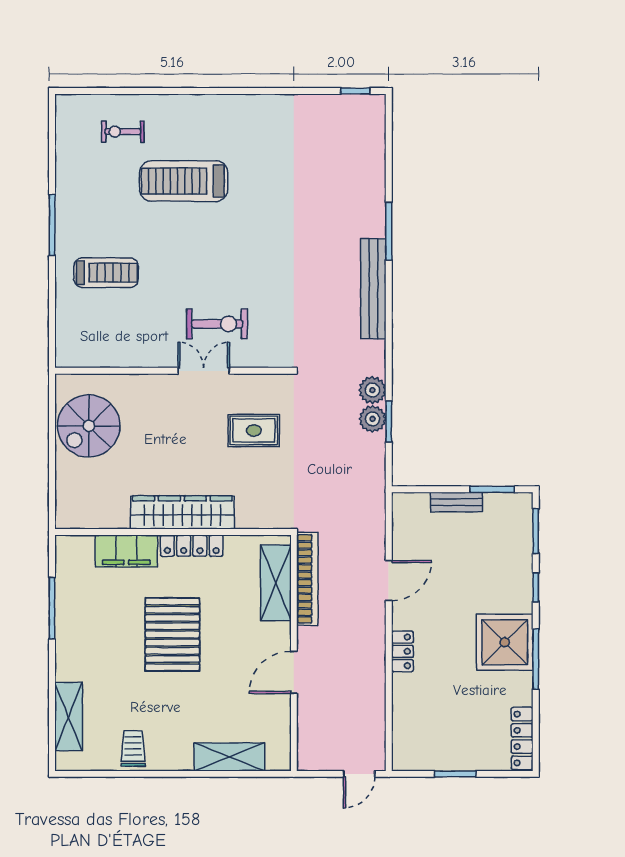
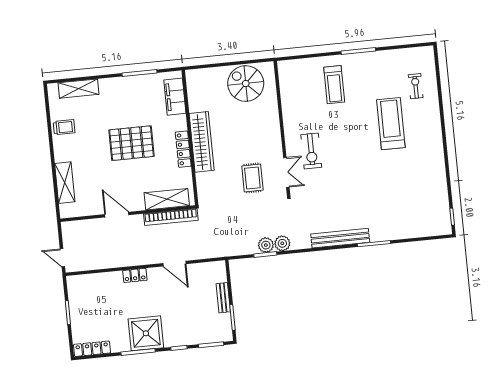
double door: (204, 371) -> (286, 172), moved
filing cabinet: (126, 551) -> (175, 97), moved

